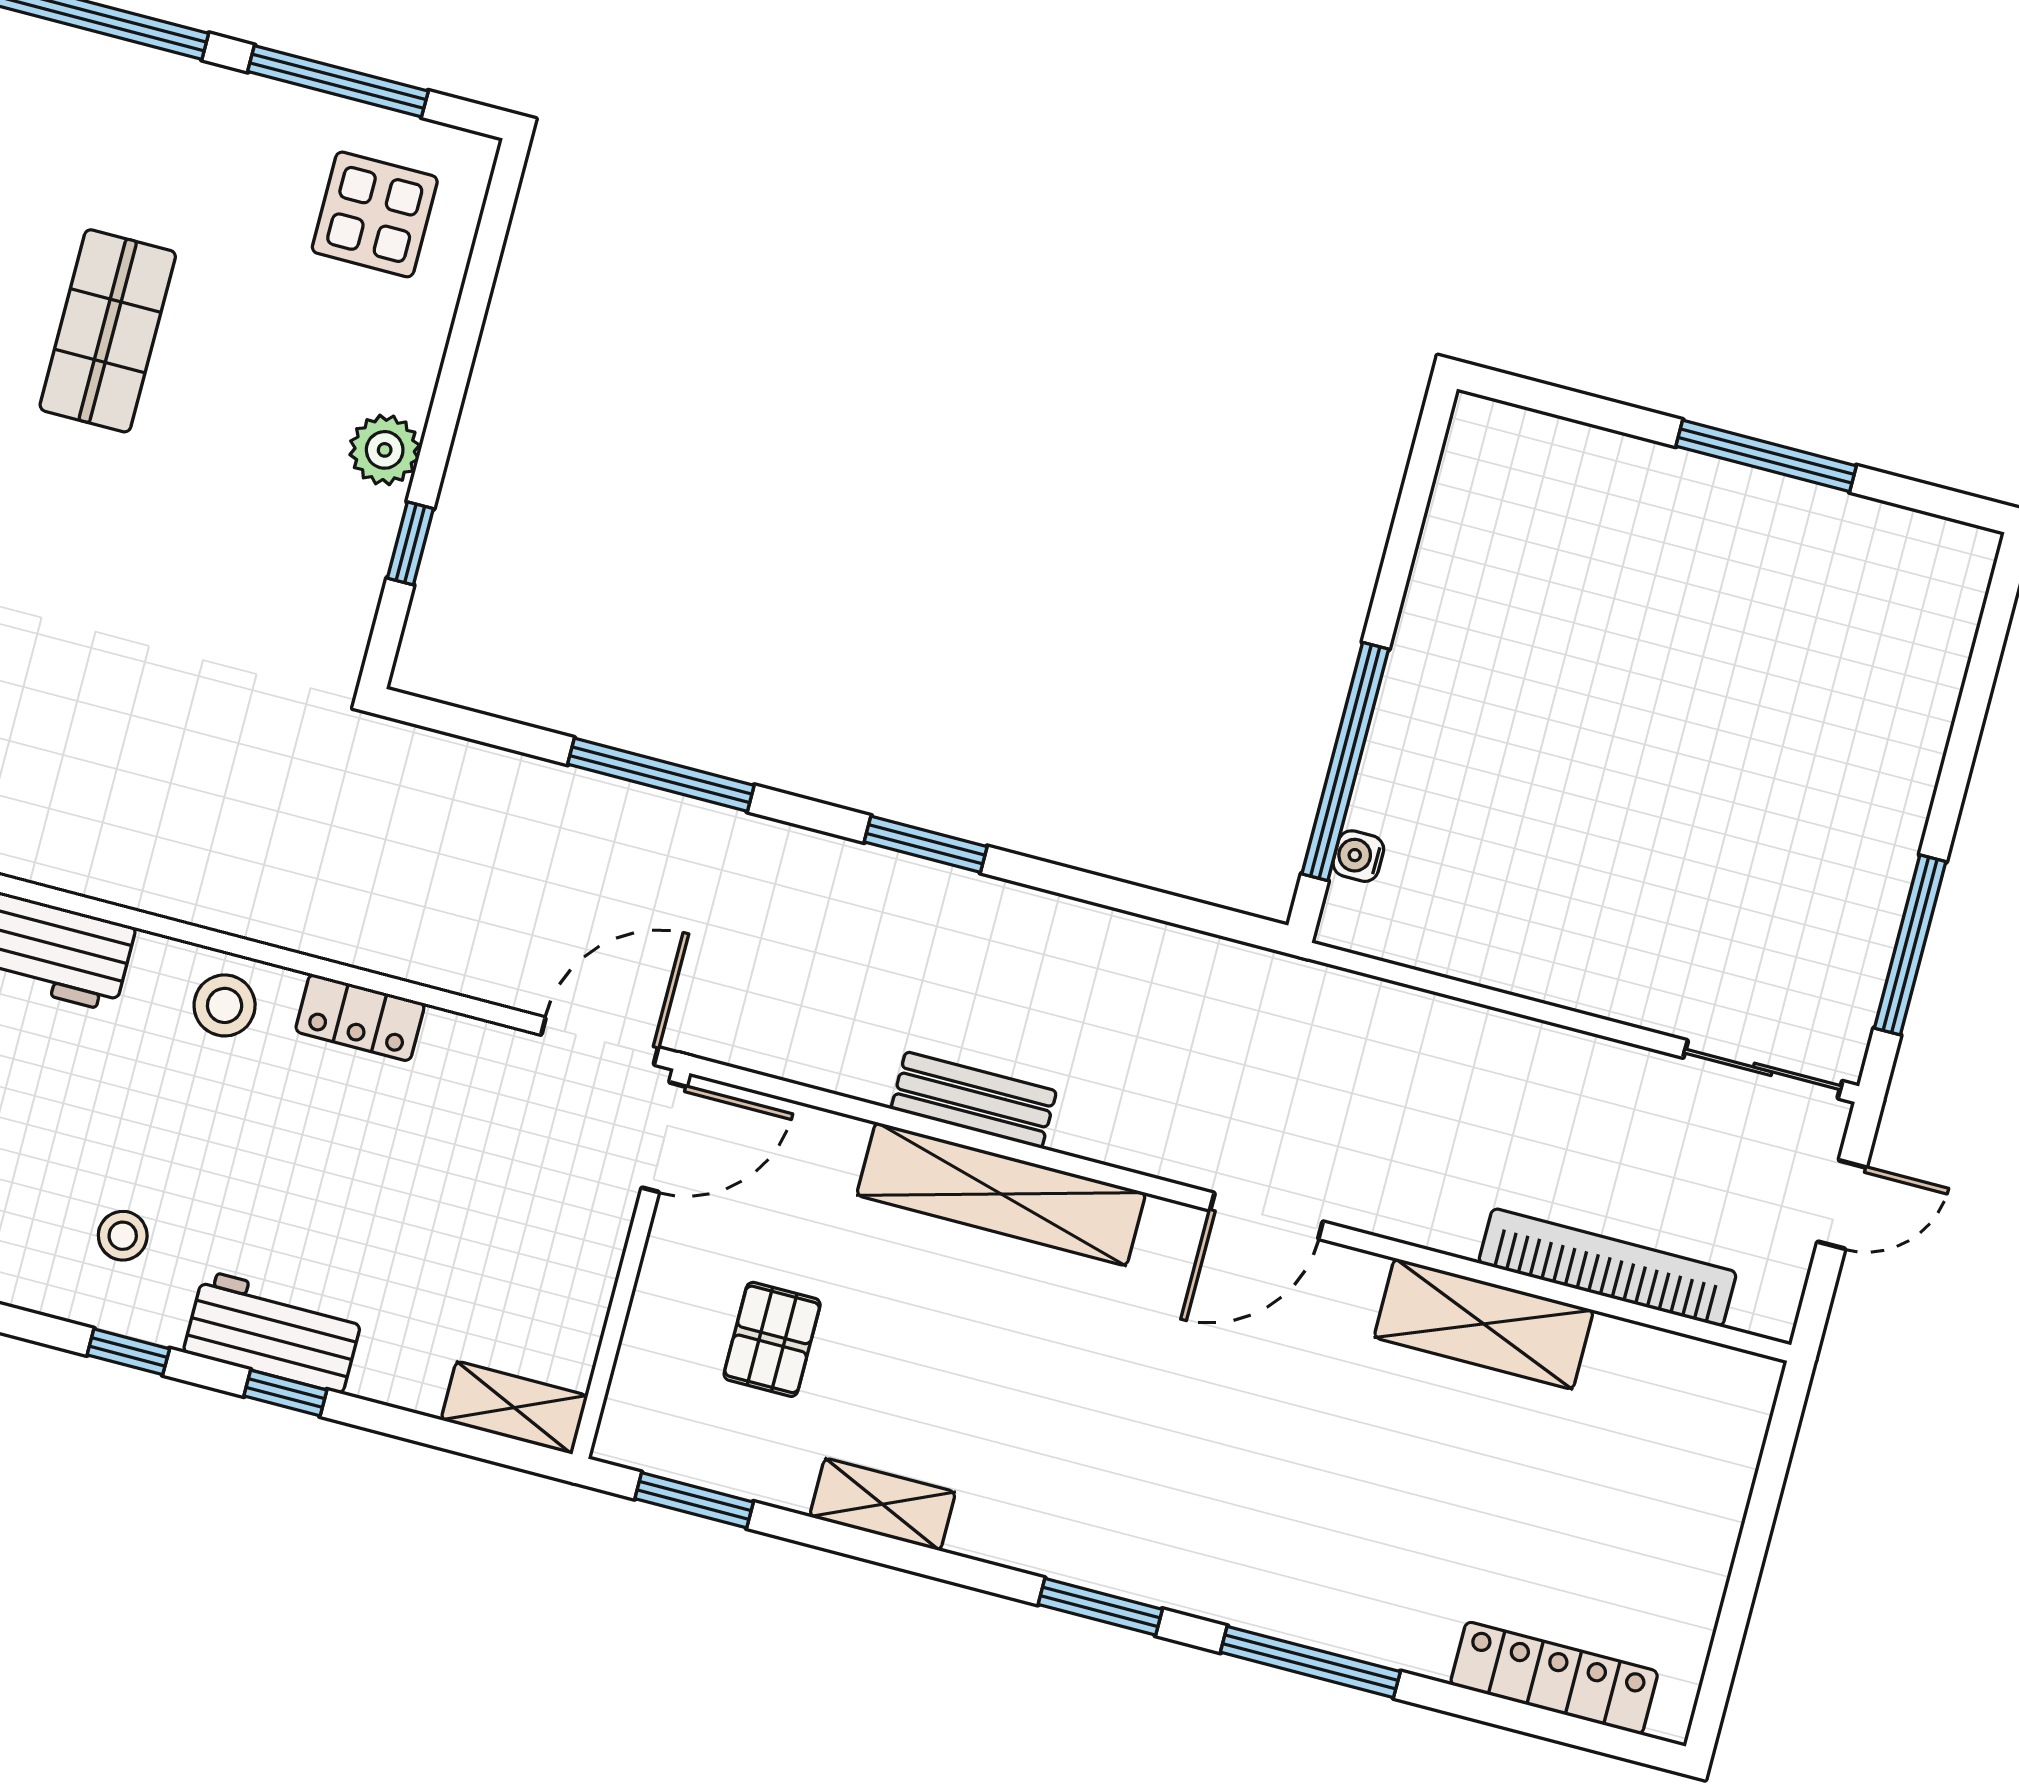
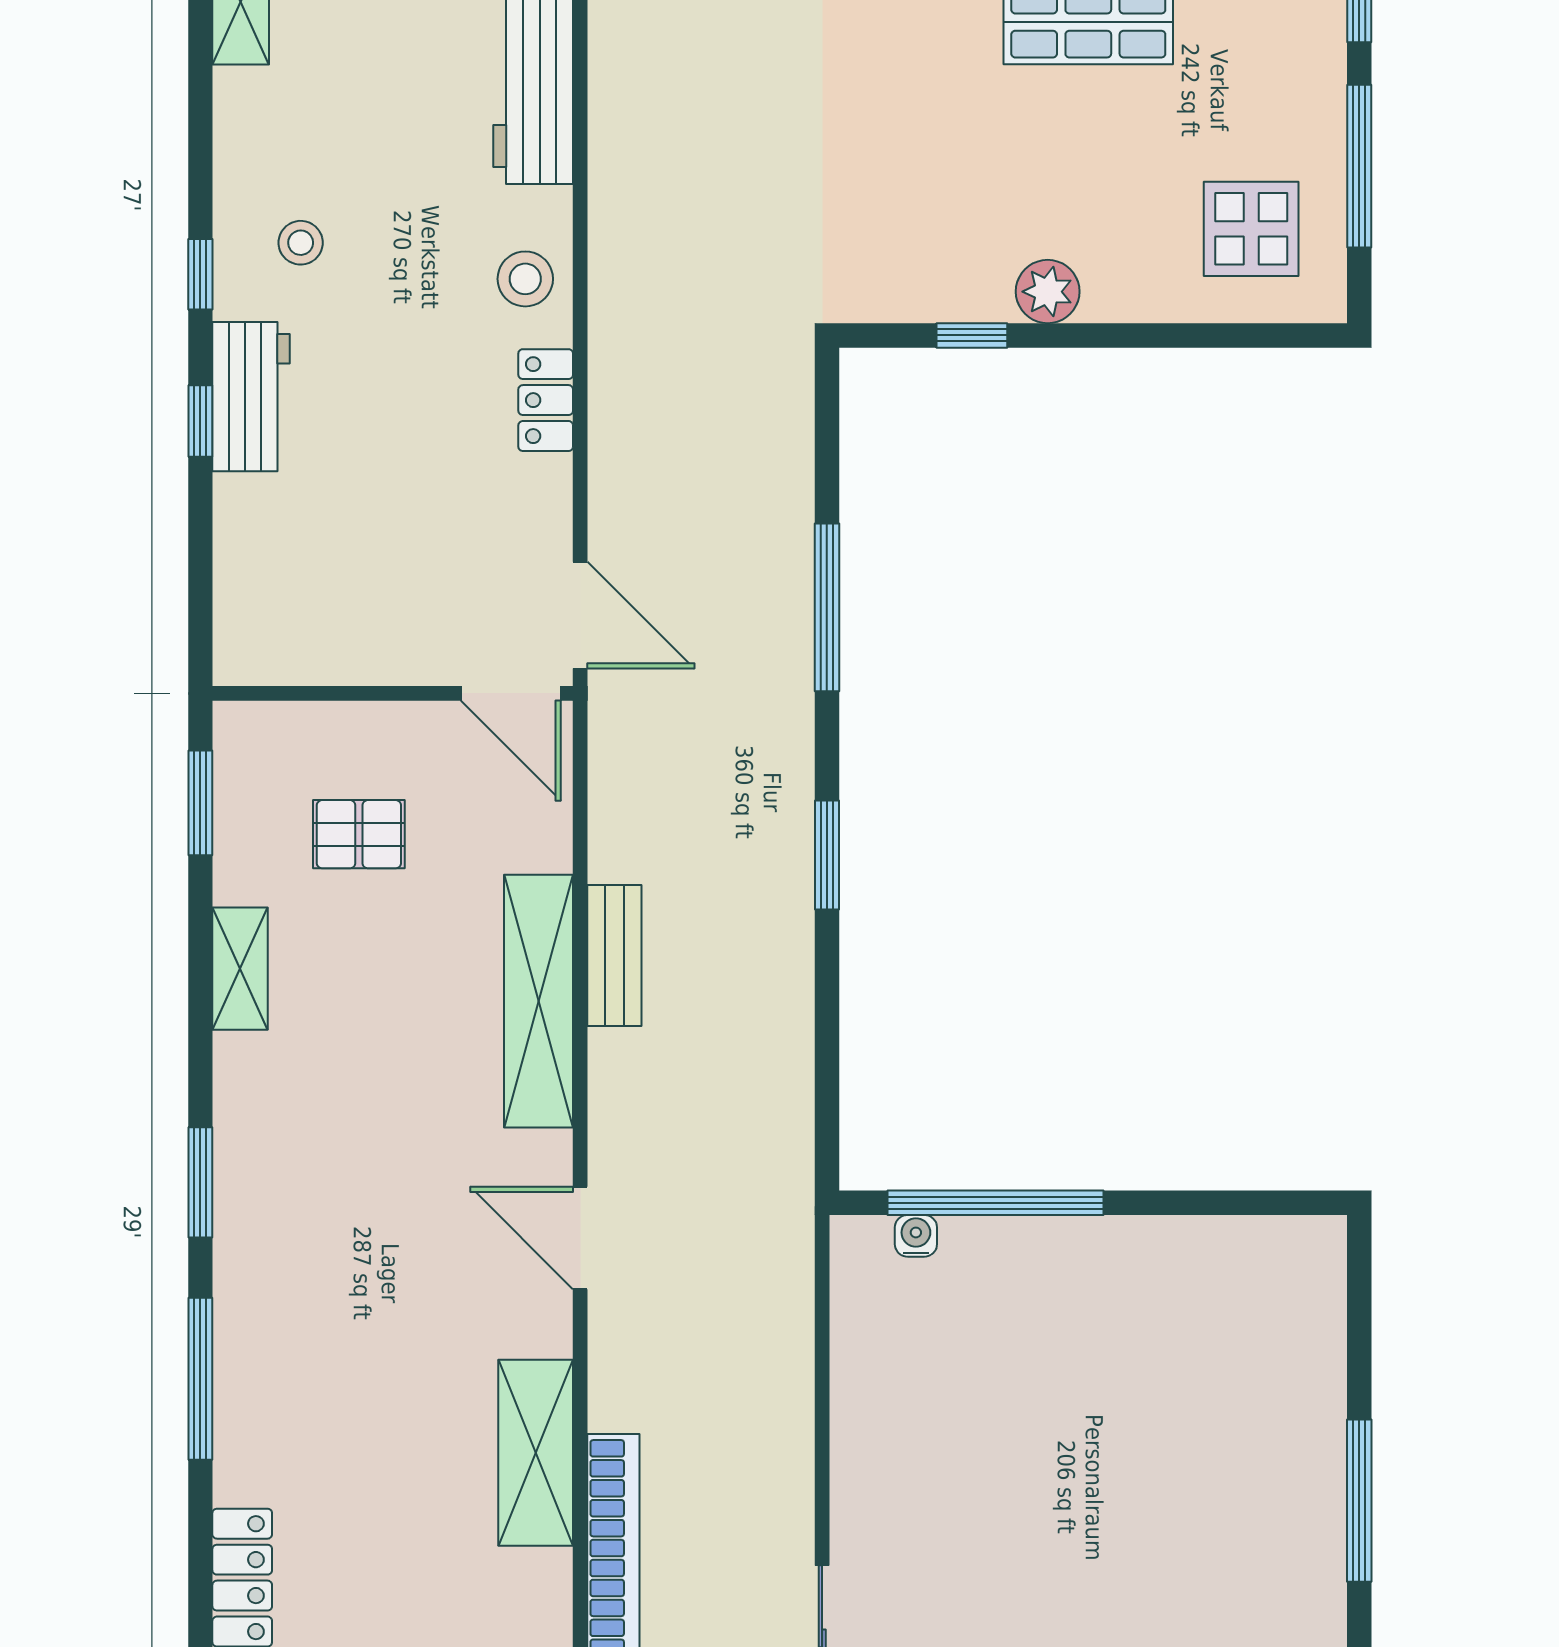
shelving: (514, 1408) -> (240, 624), removed

